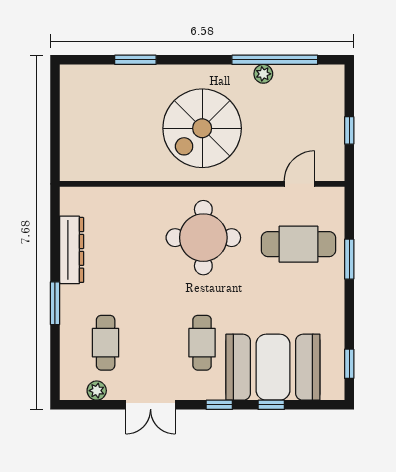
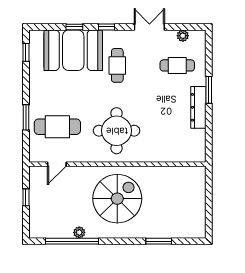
dresser: (72, 250) -> (198, 107), moved
cafe table: (106, 343) -> (177, 65), turned 90

